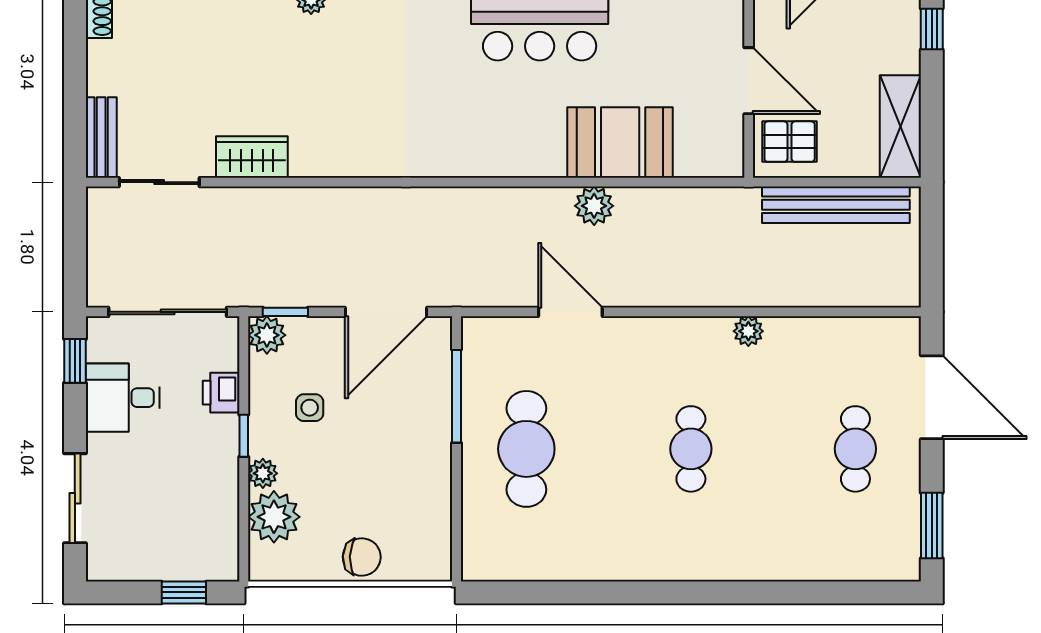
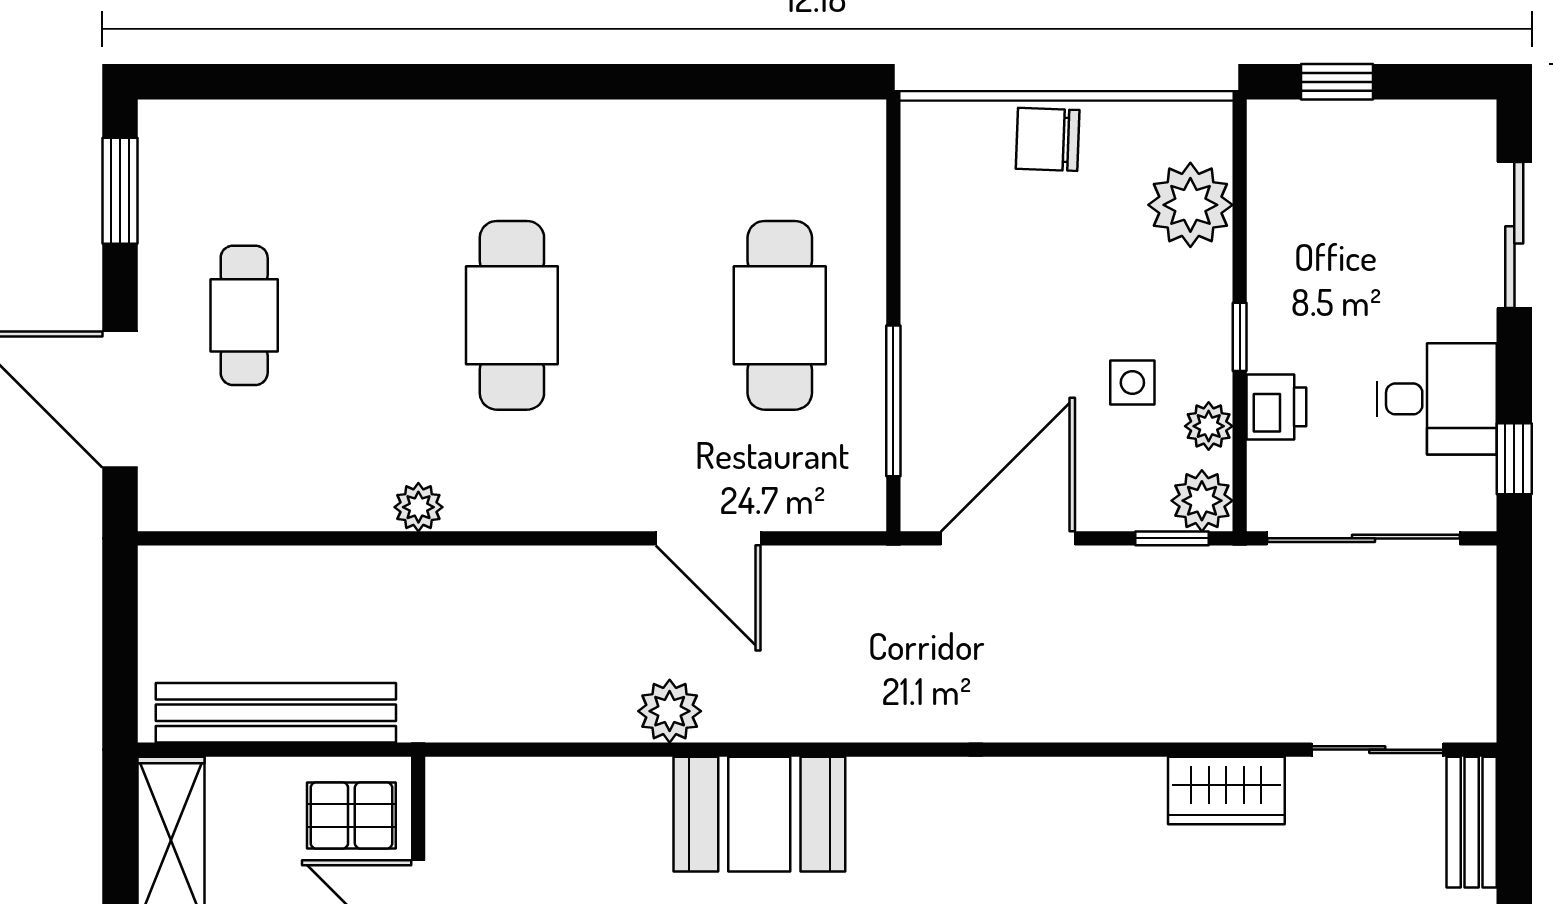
booth: (620, 142) -> (759, 814), moved
cafe table: (691, 449) -> (512, 315), width x1.37, depth x1.35
plant: (263, 473) -> (1209, 426), moved

